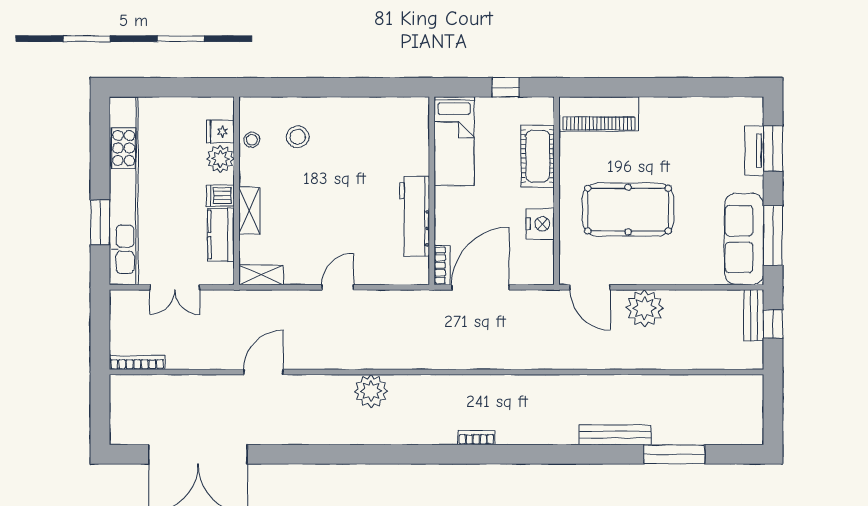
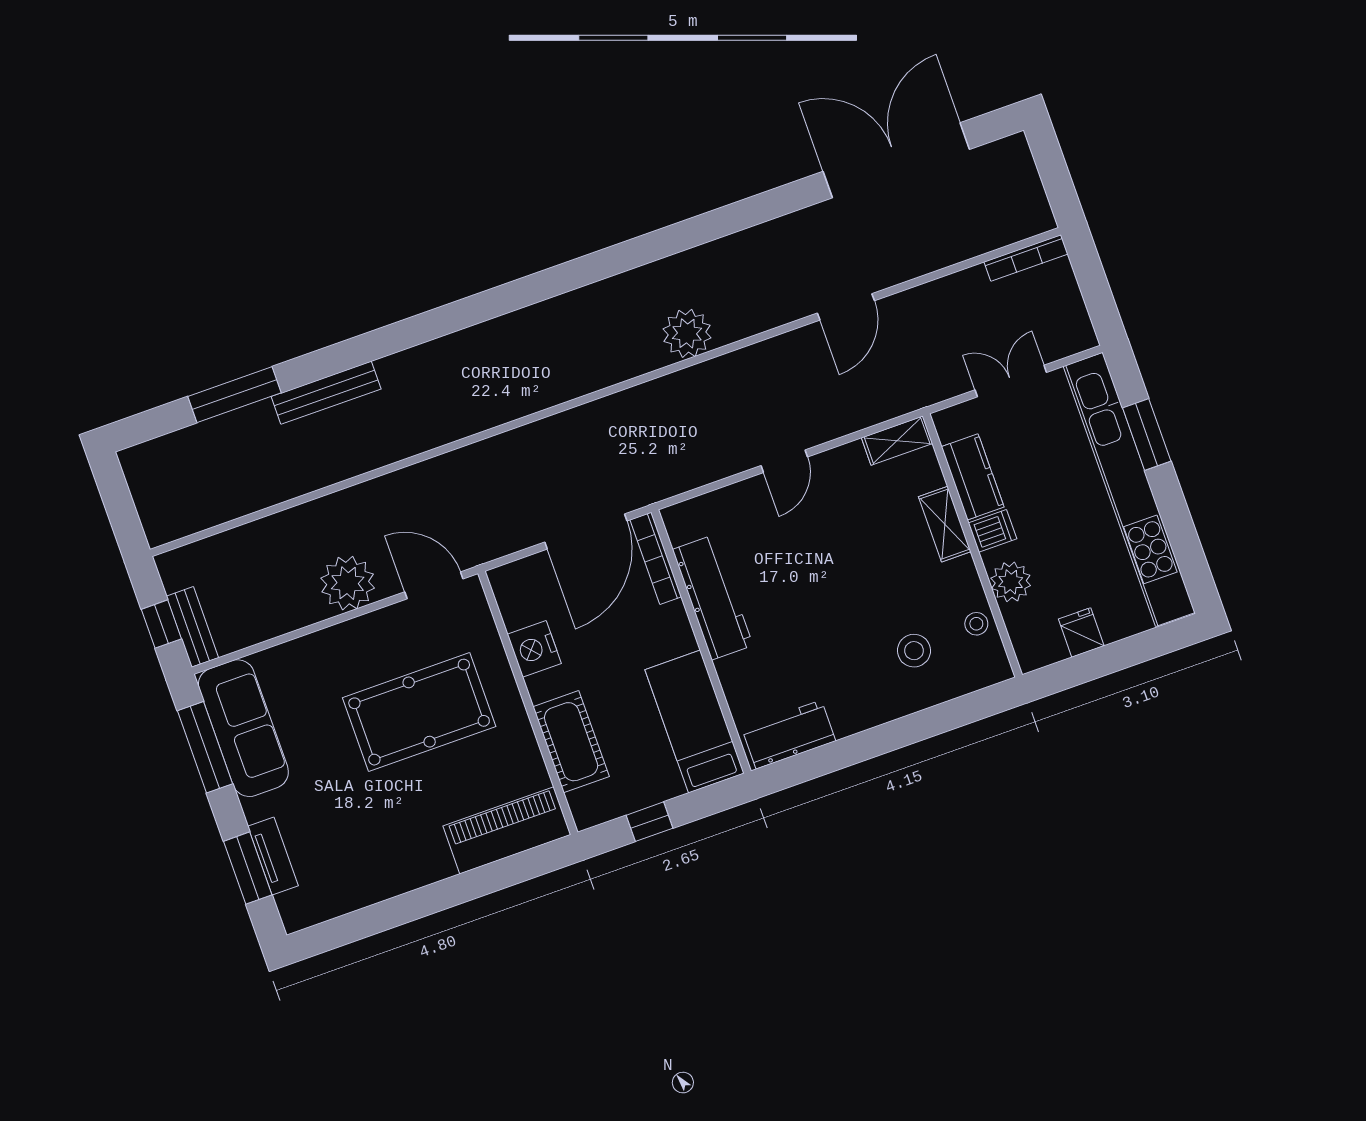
workbench: (397, 111) -> (789, 735), added
fridge: (220, 132) -> (1081, 632), moved, turned -90
bookcase: (442, 265) -> (656, 558), width x1.56
bookcase: (476, 438) -> (518, 320), removed

